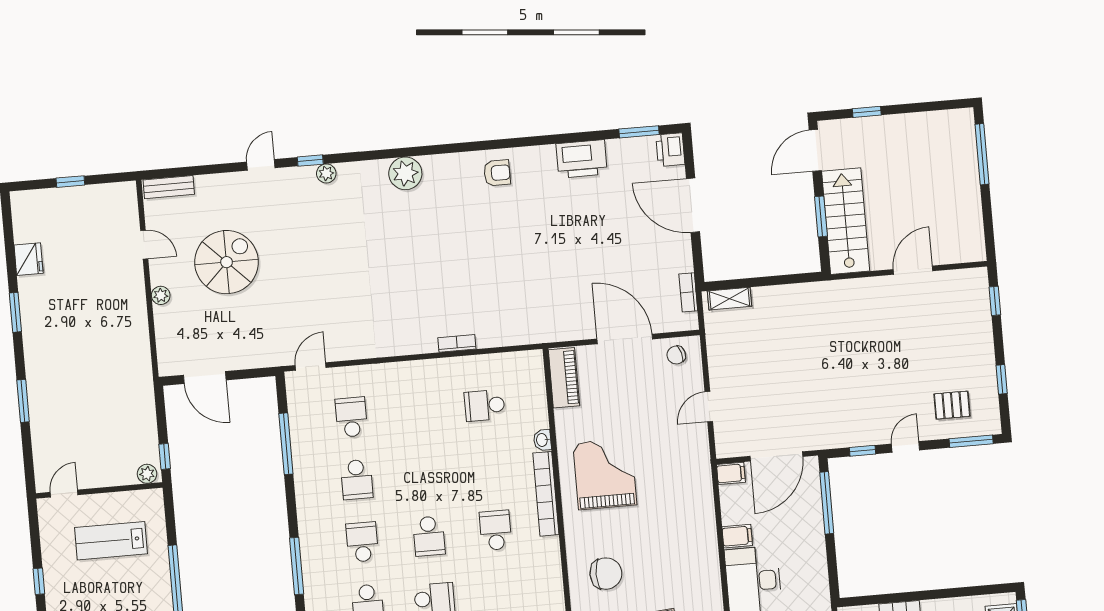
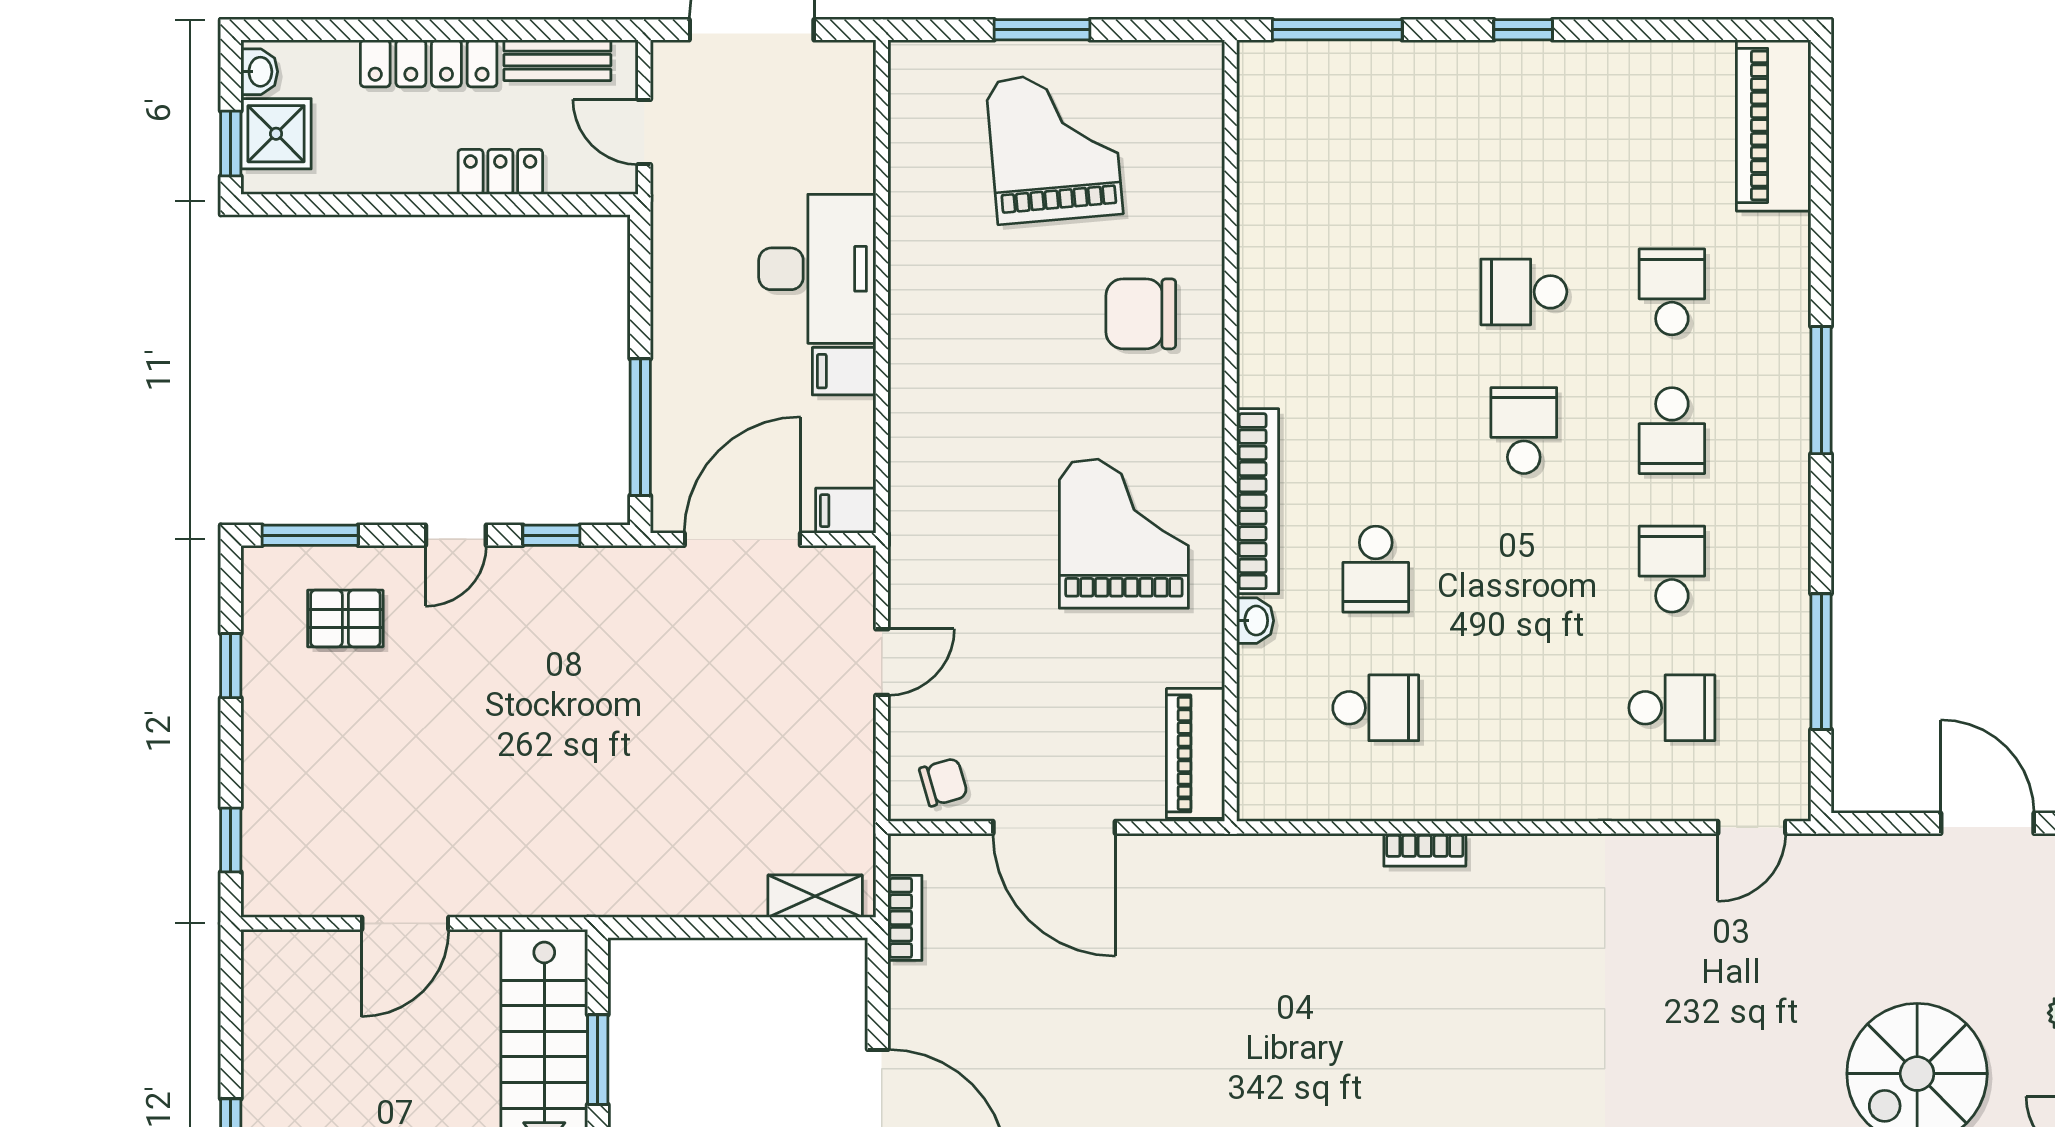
school desk: (351, 417) -> (1672, 708), turned -90
grand piano: (605, 474) -> (1124, 534), turned 180
school desk: (496, 530) -> (1376, 569), moved

